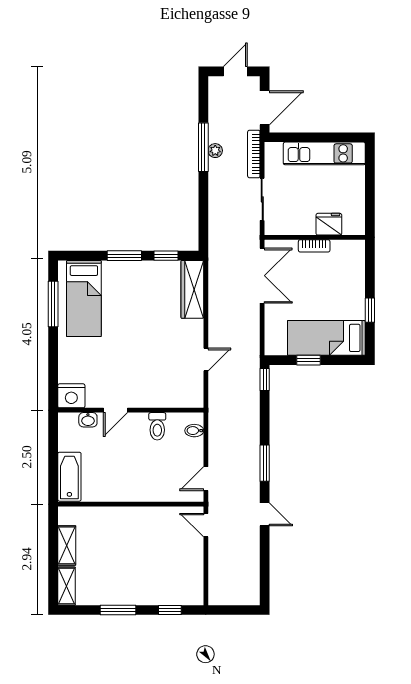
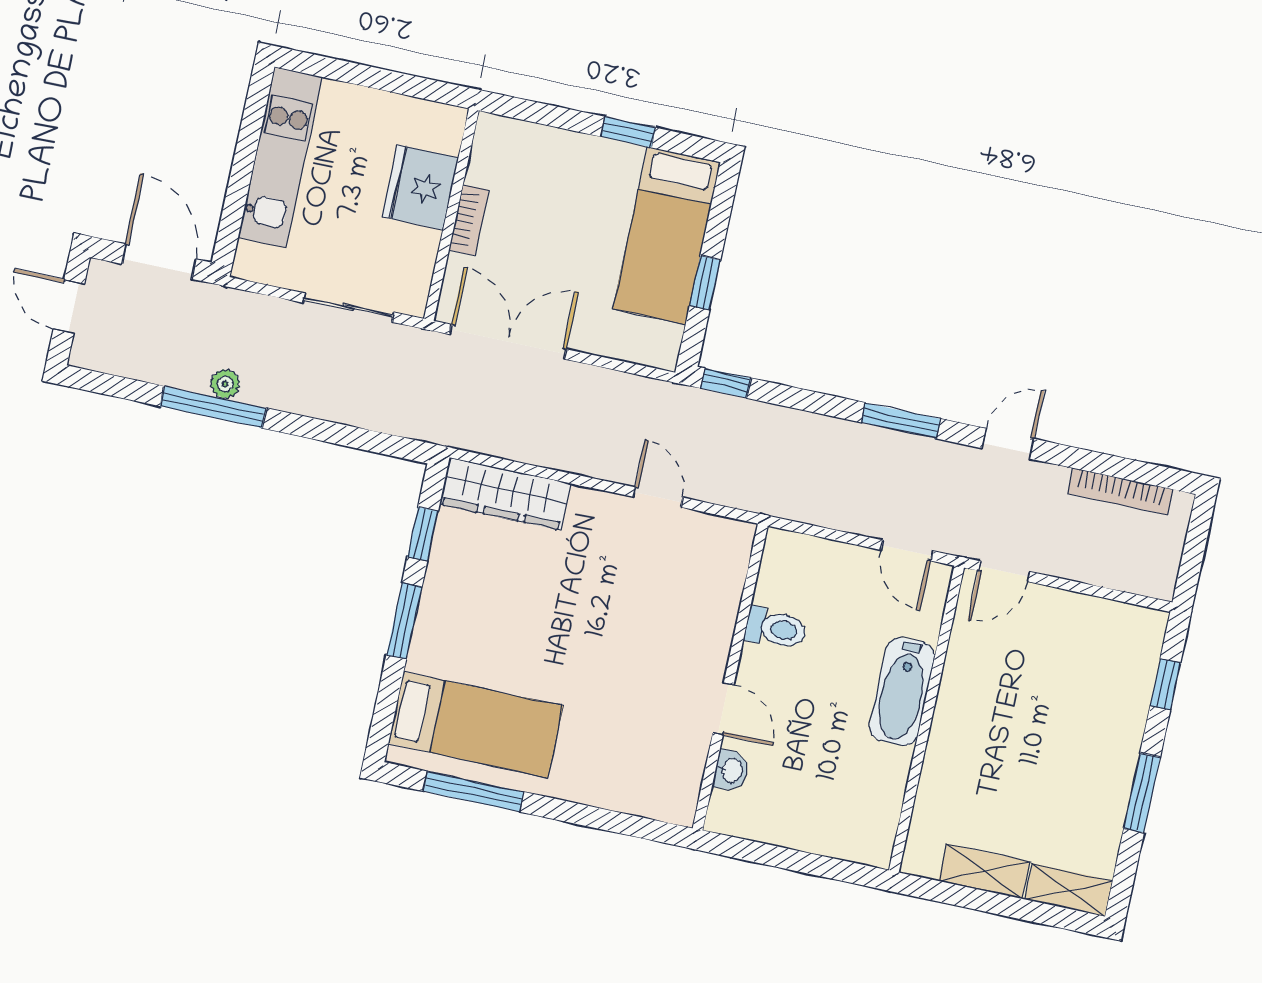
bookcase: (254, 154) -> (1120, 491), moved
fridge: (329, 224) -> (420, 187), width x1.36, depth x1.34
nightstand: (71, 396) -> (674, 795), removed
bidet: (194, 431) -> (801, 553), removed
bathtub: (69, 477) -> (902, 691), moved, turned -90

